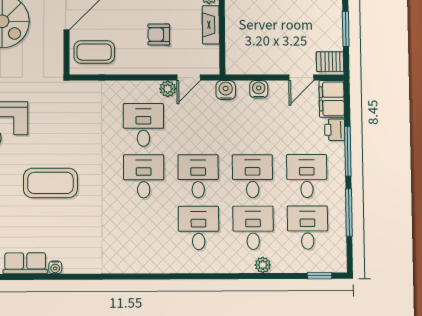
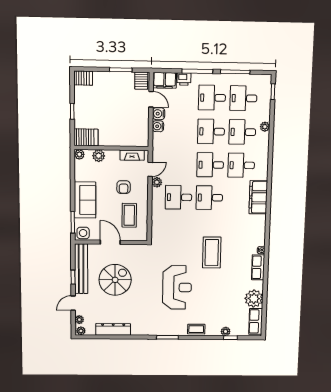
fireplace: (211, 25) -> (132, 155), moved
coffee table: (94, 52) -> (129, 215), moved
door: (189, 78) -> (150, 169), hinge flipped
water cooler: (226, 90) -> (159, 114), moved
filing cabinet: (146, 259) -> (258, 197), added

